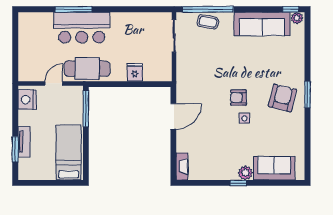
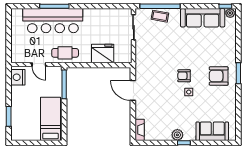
bar counter: (82, 28) -> (53, 21), width x1.36
cafe table: (87, 69) -> (65, 53), width x0.73, depth x0.74
fridge: (135, 72) -> (103, 54), width x1.88, depth x1.34
door: (54, 83) -> (39, 65), swing flipped
armchair: (282, 98) -> (219, 76), turned -104
door: (173, 116) -> (133, 90), swing flipped
tv unit: (24, 142) -> (15, 110), removed
plant: (245, 173) -> (177, 135), moved

